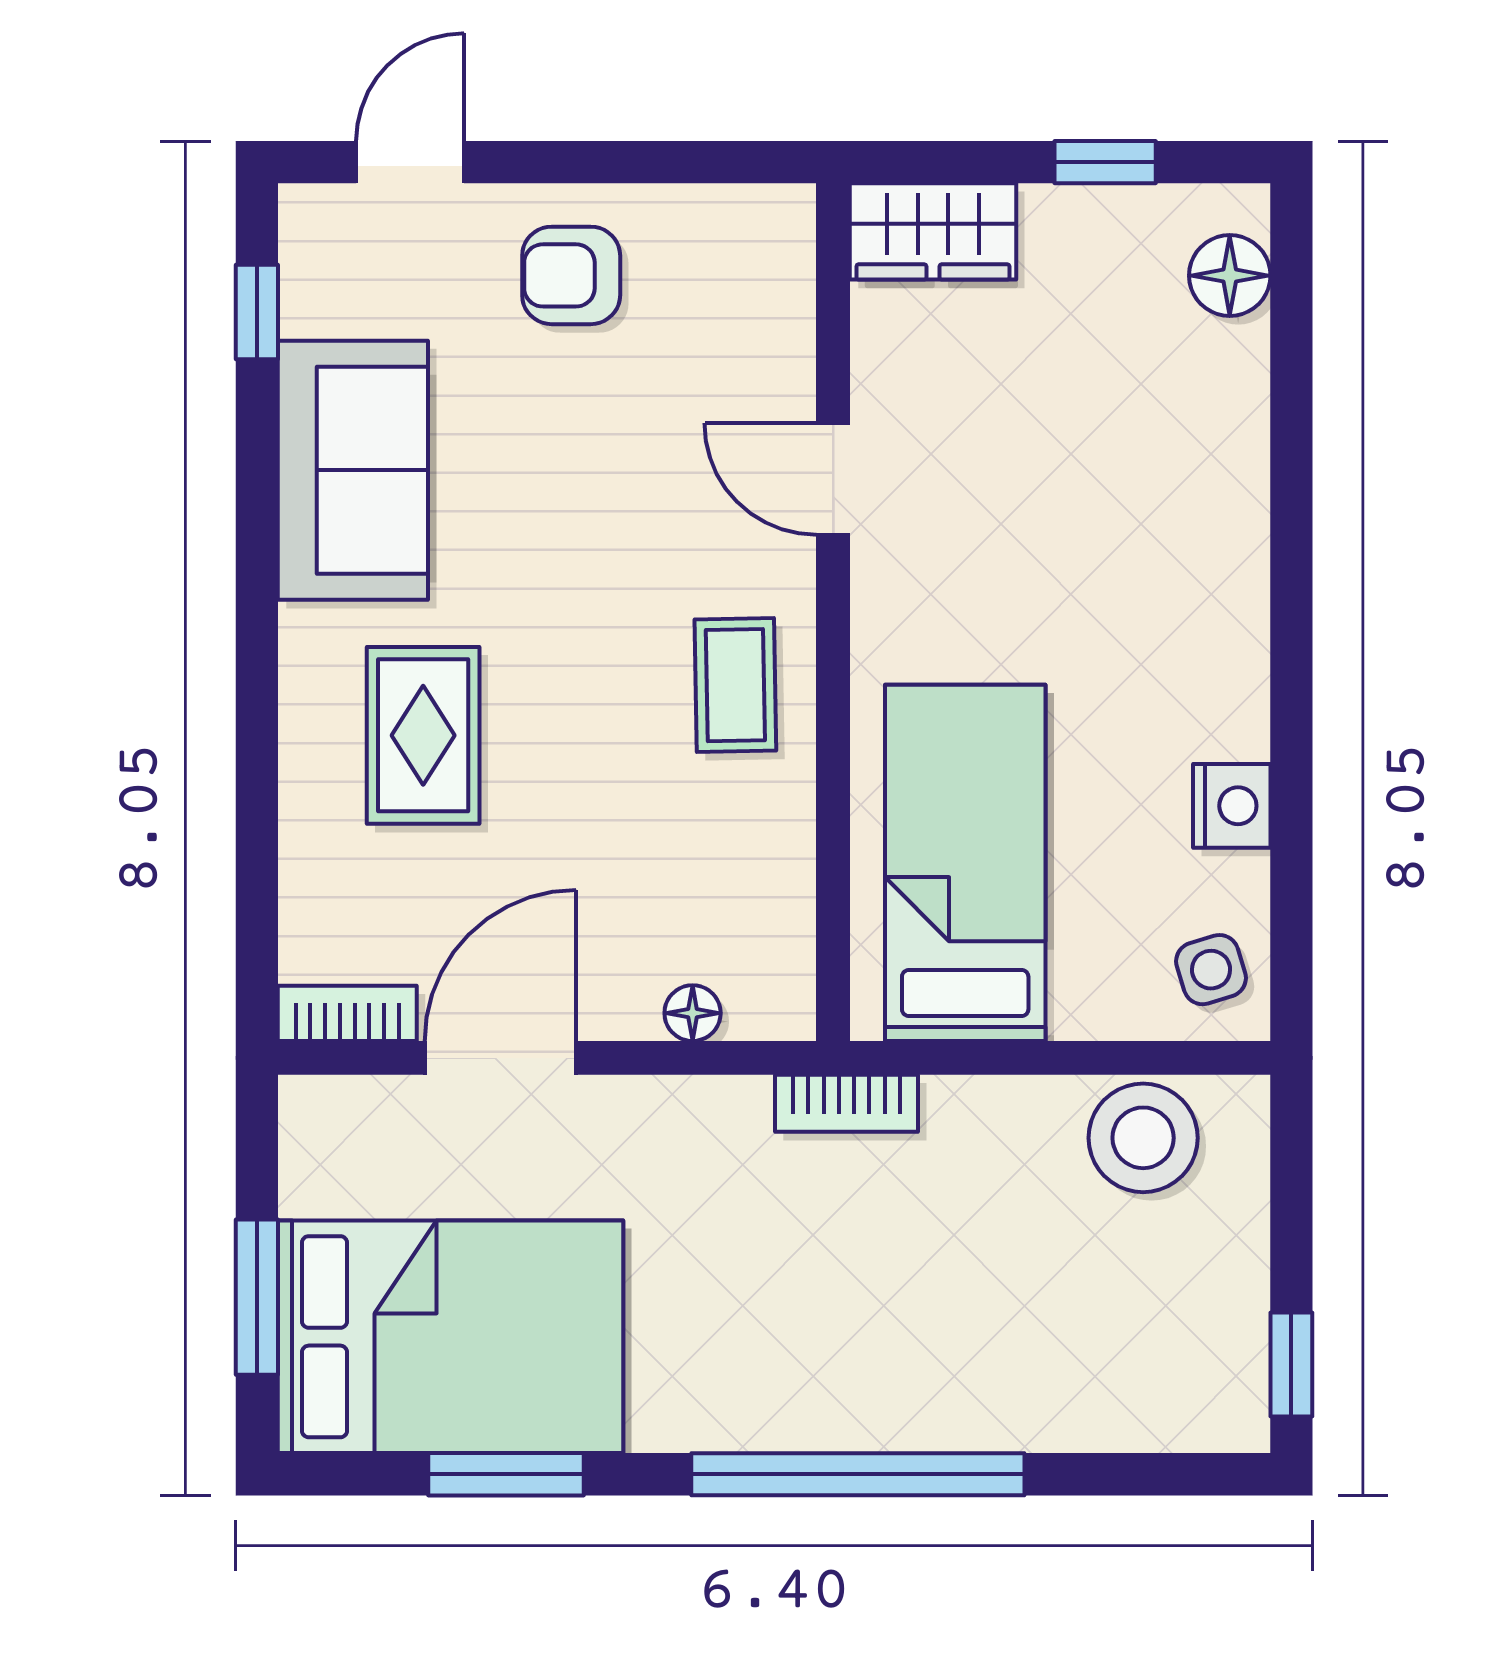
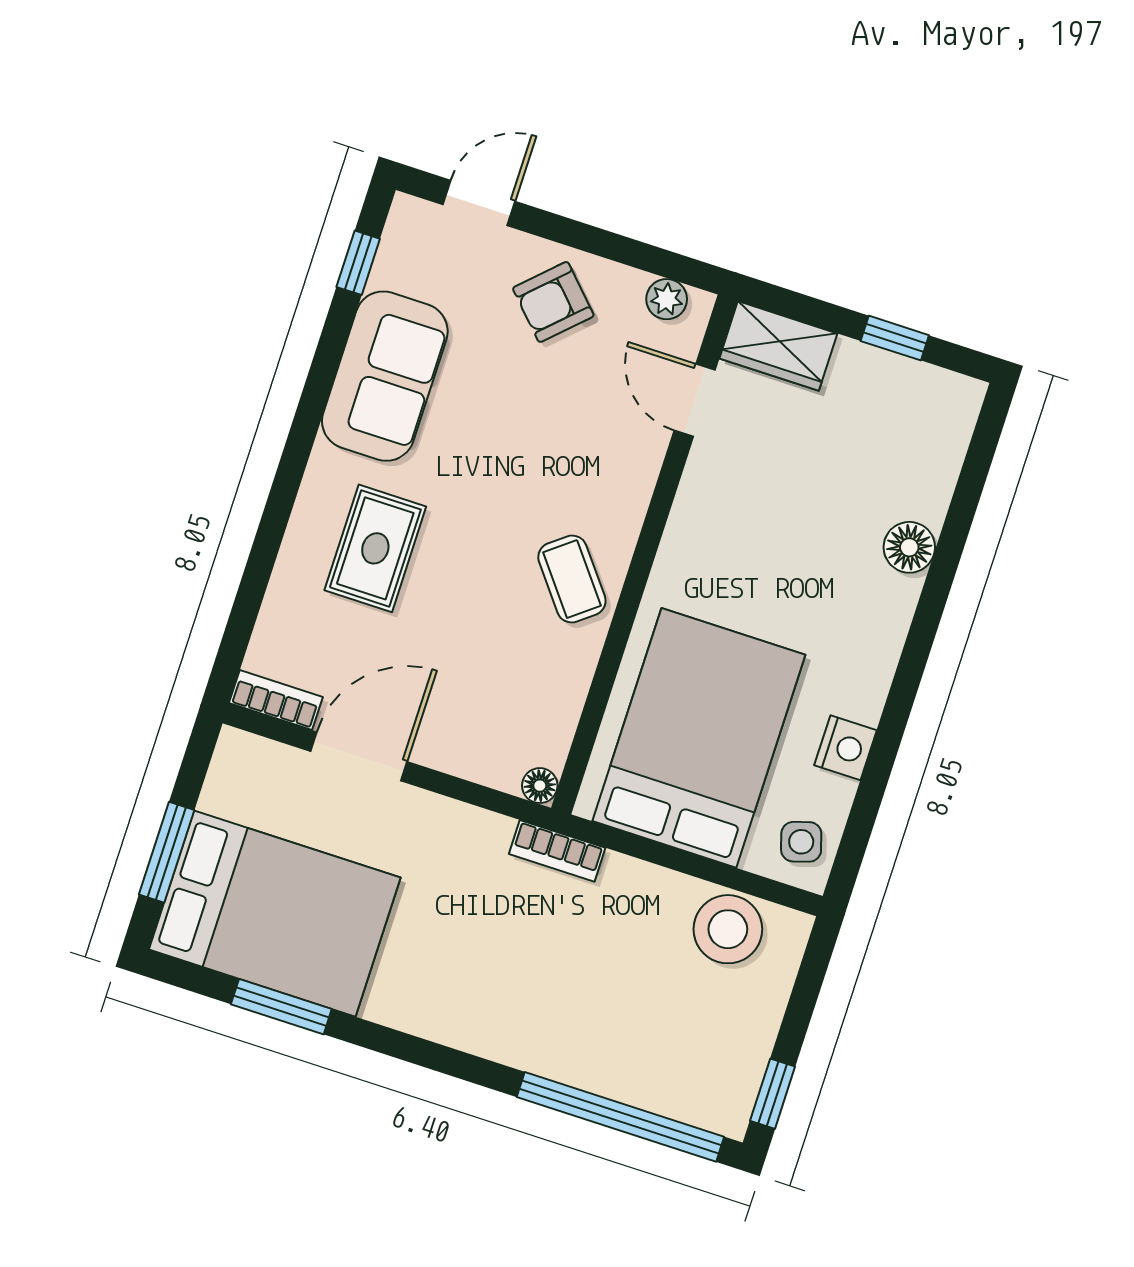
plant: (741, 216) -> (667, 299), added
armchair: (571, 275) -> (553, 302), turned -44
floor lamp: (1230, 276) -> (909, 547), moved
door: (833, 479) -> (695, 400), moved
coffee table: (735, 685) -> (572, 579), turned -37
bed: (965, 863) -> (699, 738), width x1.50
floor lamp: (693, 1013) -> (540, 786), moved
window: (858, 1474) -> (620, 1117), moved

